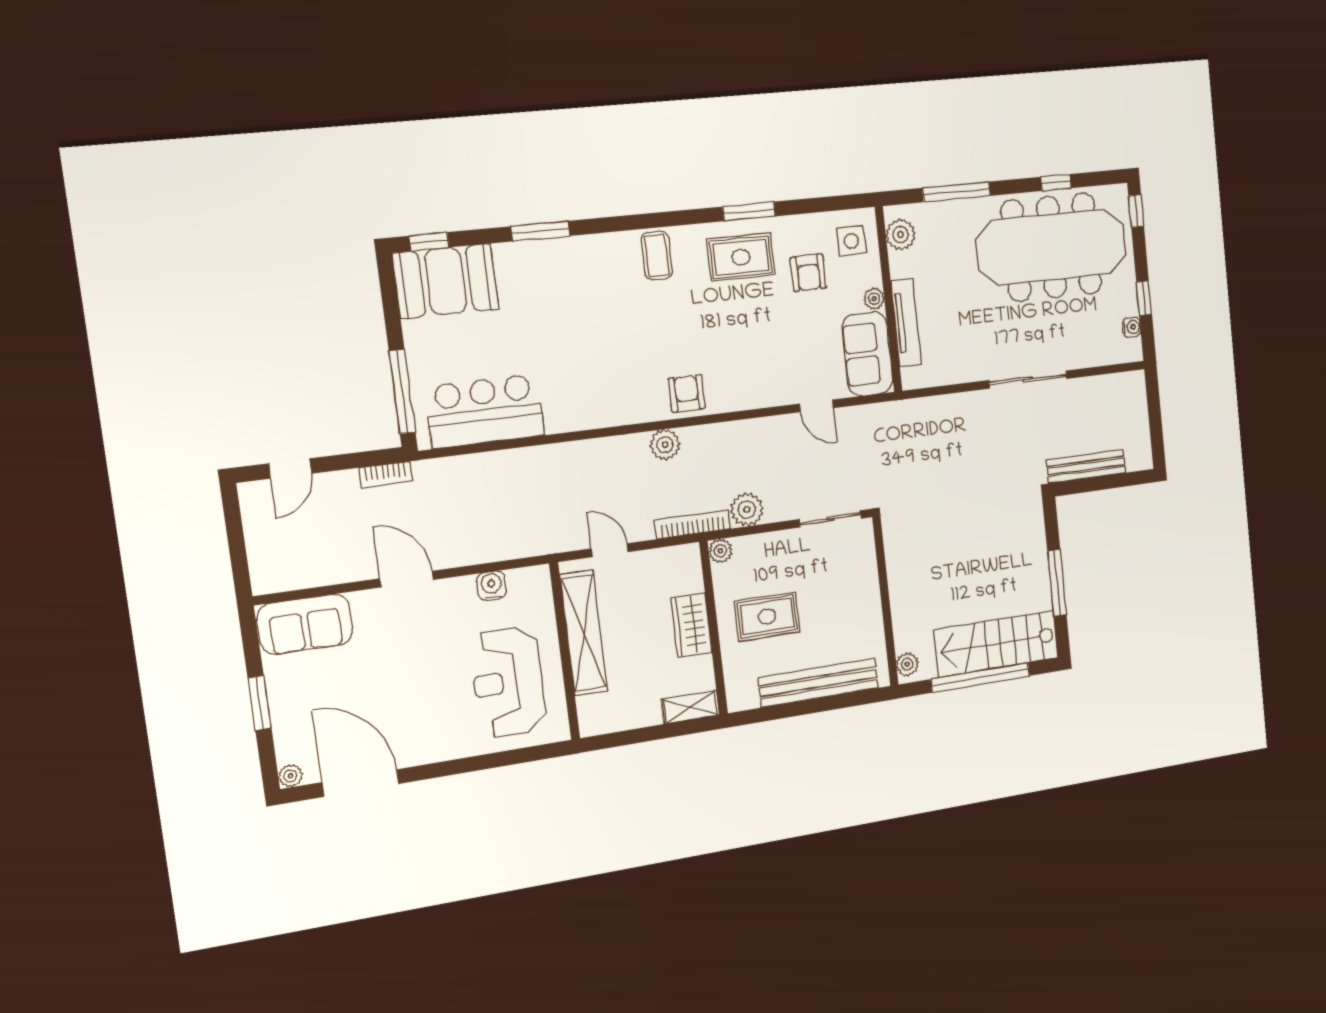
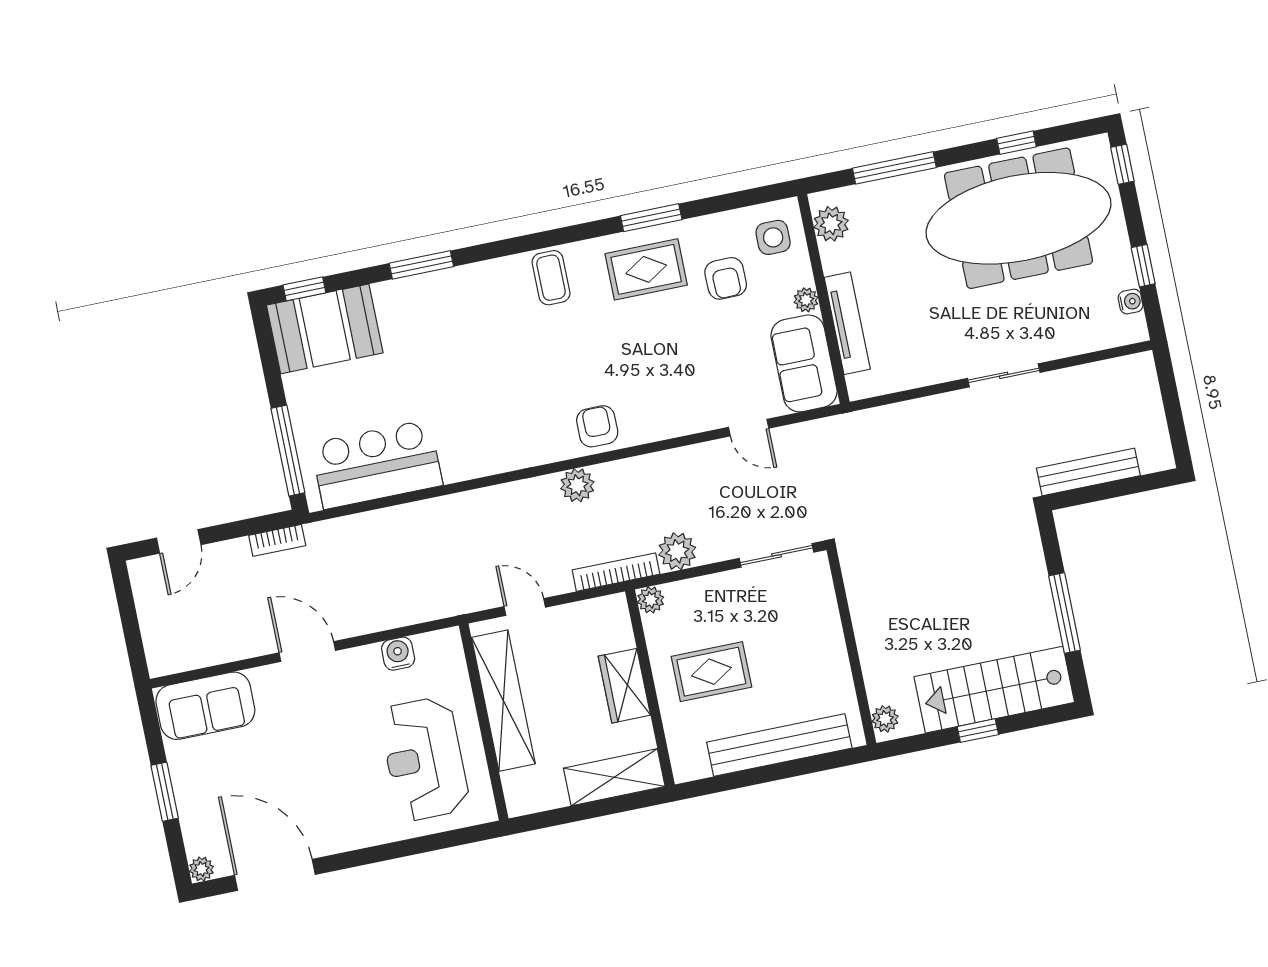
sliding door: (1028, 379) -> (1004, 375), width x0.73
window: (980, 677) -> (978, 731), width x0.32
shelving: (690, 707) -> (614, 777), width x1.50, depth x1.33

